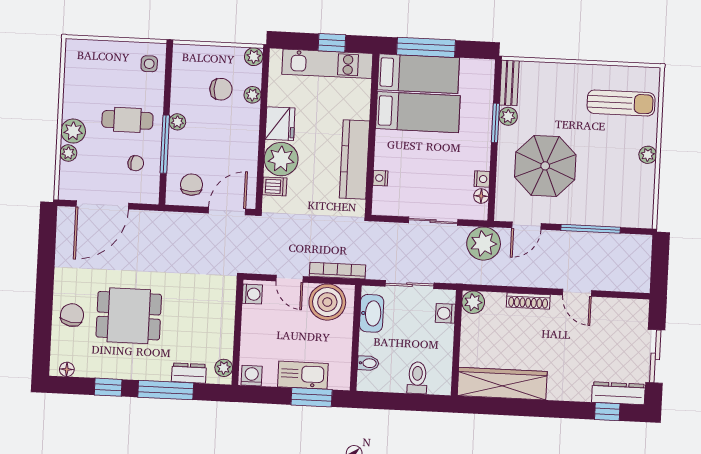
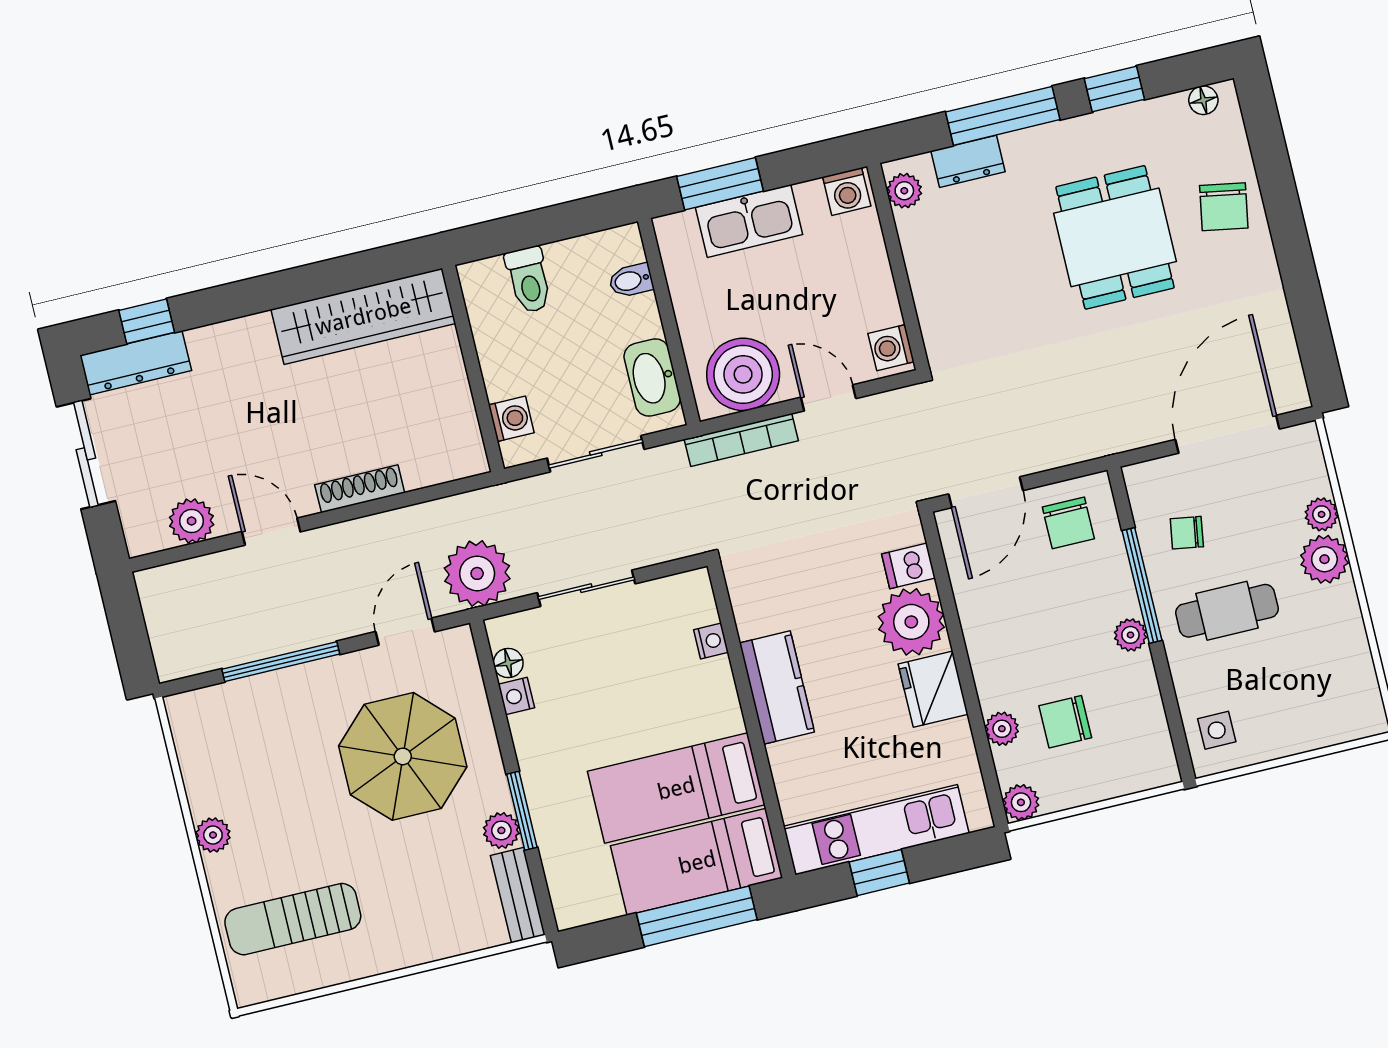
kitchen counter: (354, 159) -> (777, 688), width x0.67
plant: (473, 302) -> (192, 521), moved
dining table: (129, 316) -> (1115, 237), turned 90

